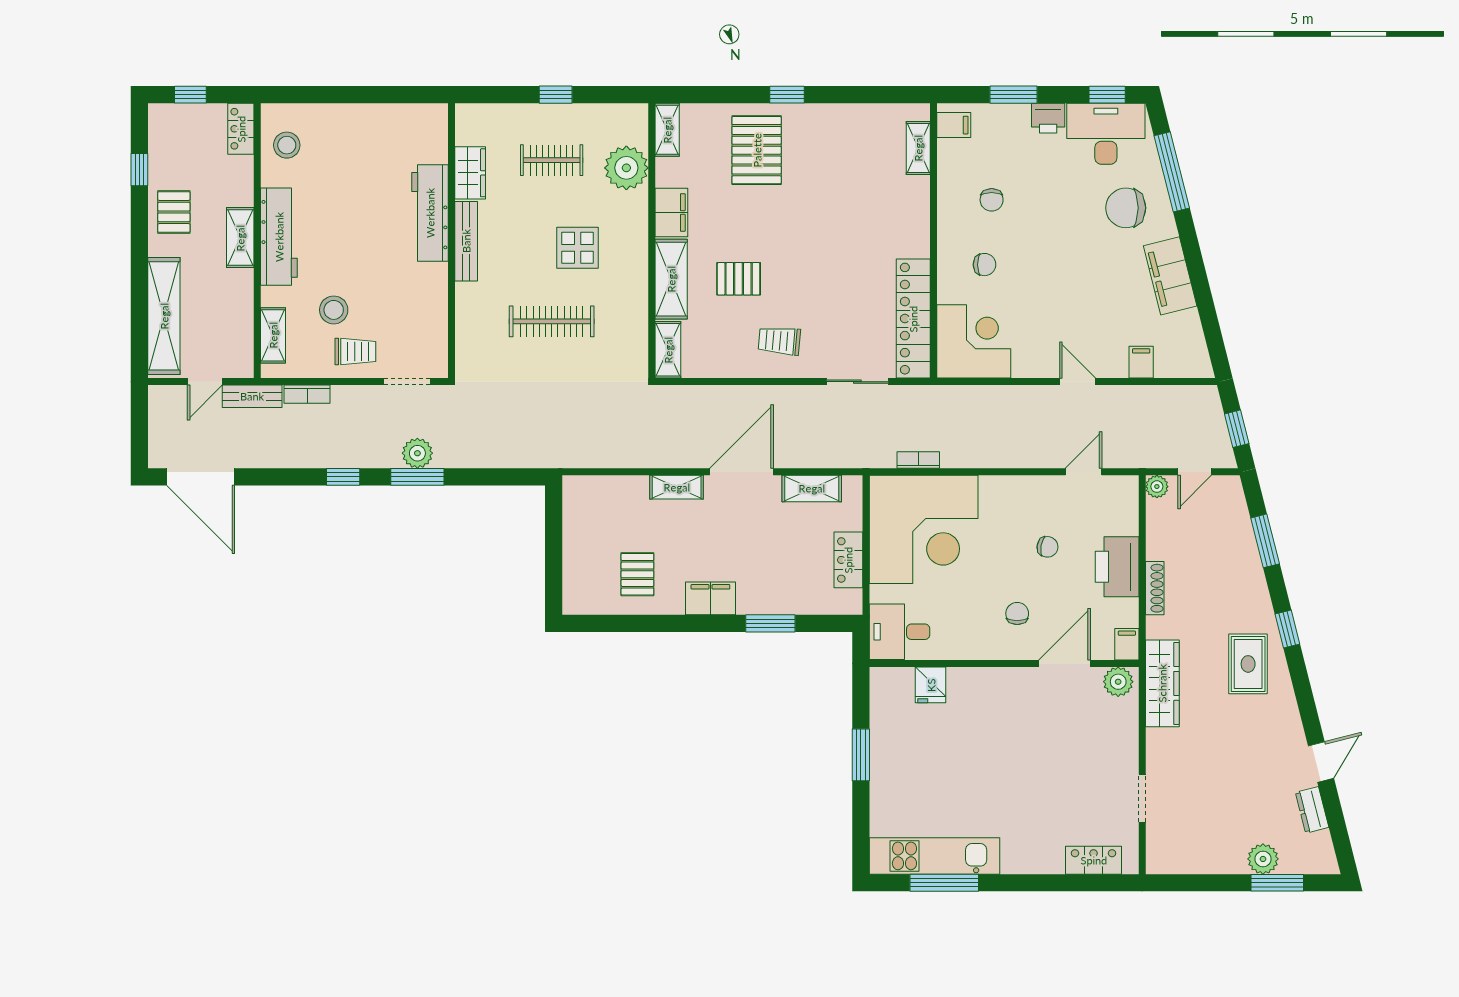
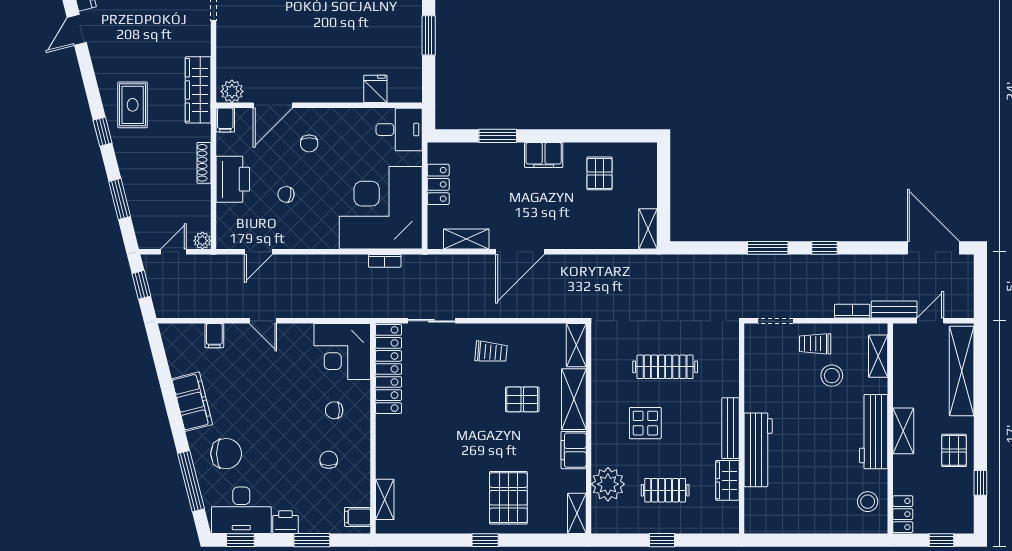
plant: (417, 453) -> (768, 266), removed
shelving: (677, 487) -> (648, 229), moved, turned 90

